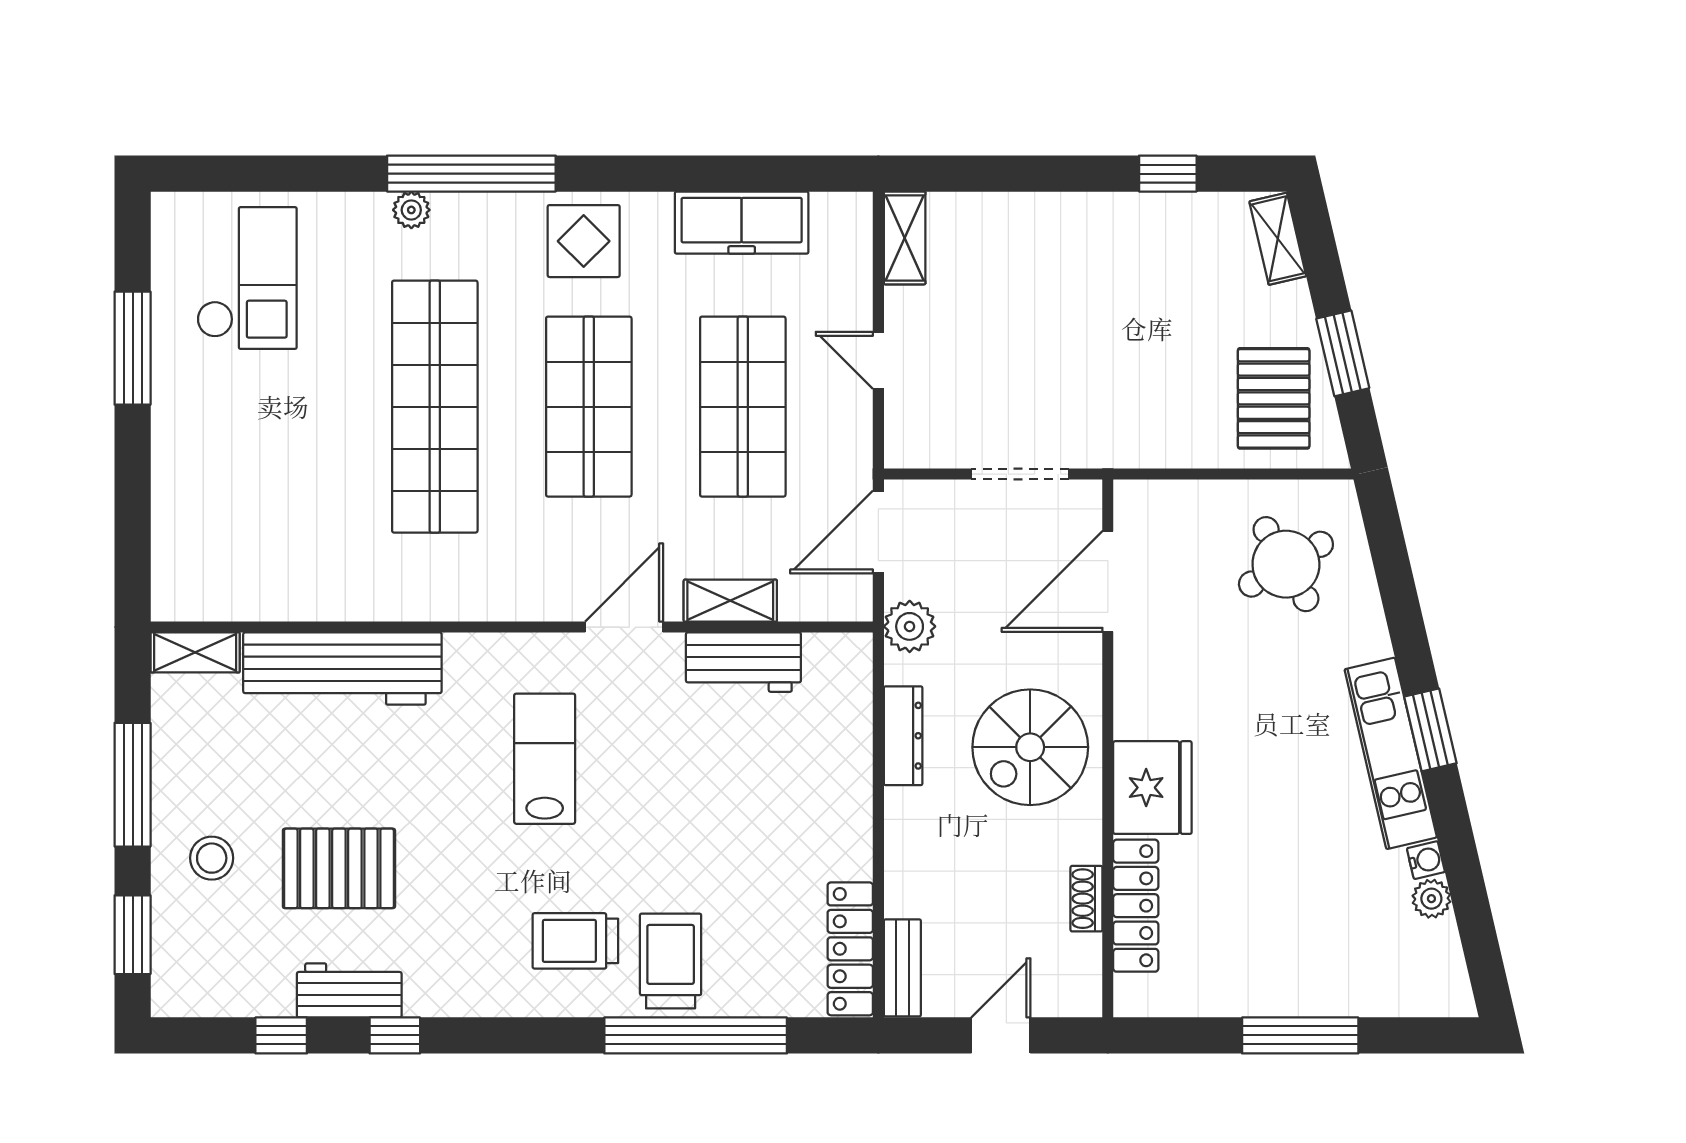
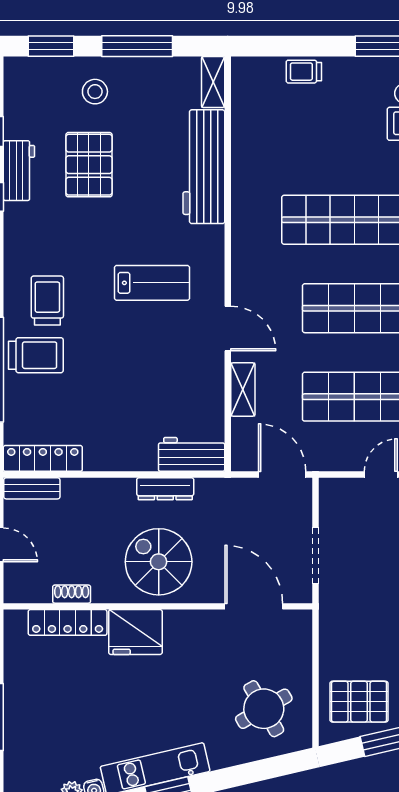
trolley: (177, 494) -> (304, 72), added
plant: (910, 626) -> (228, 492), removed
workbench: (743, 662) -> (192, 454), moved, turned 90

